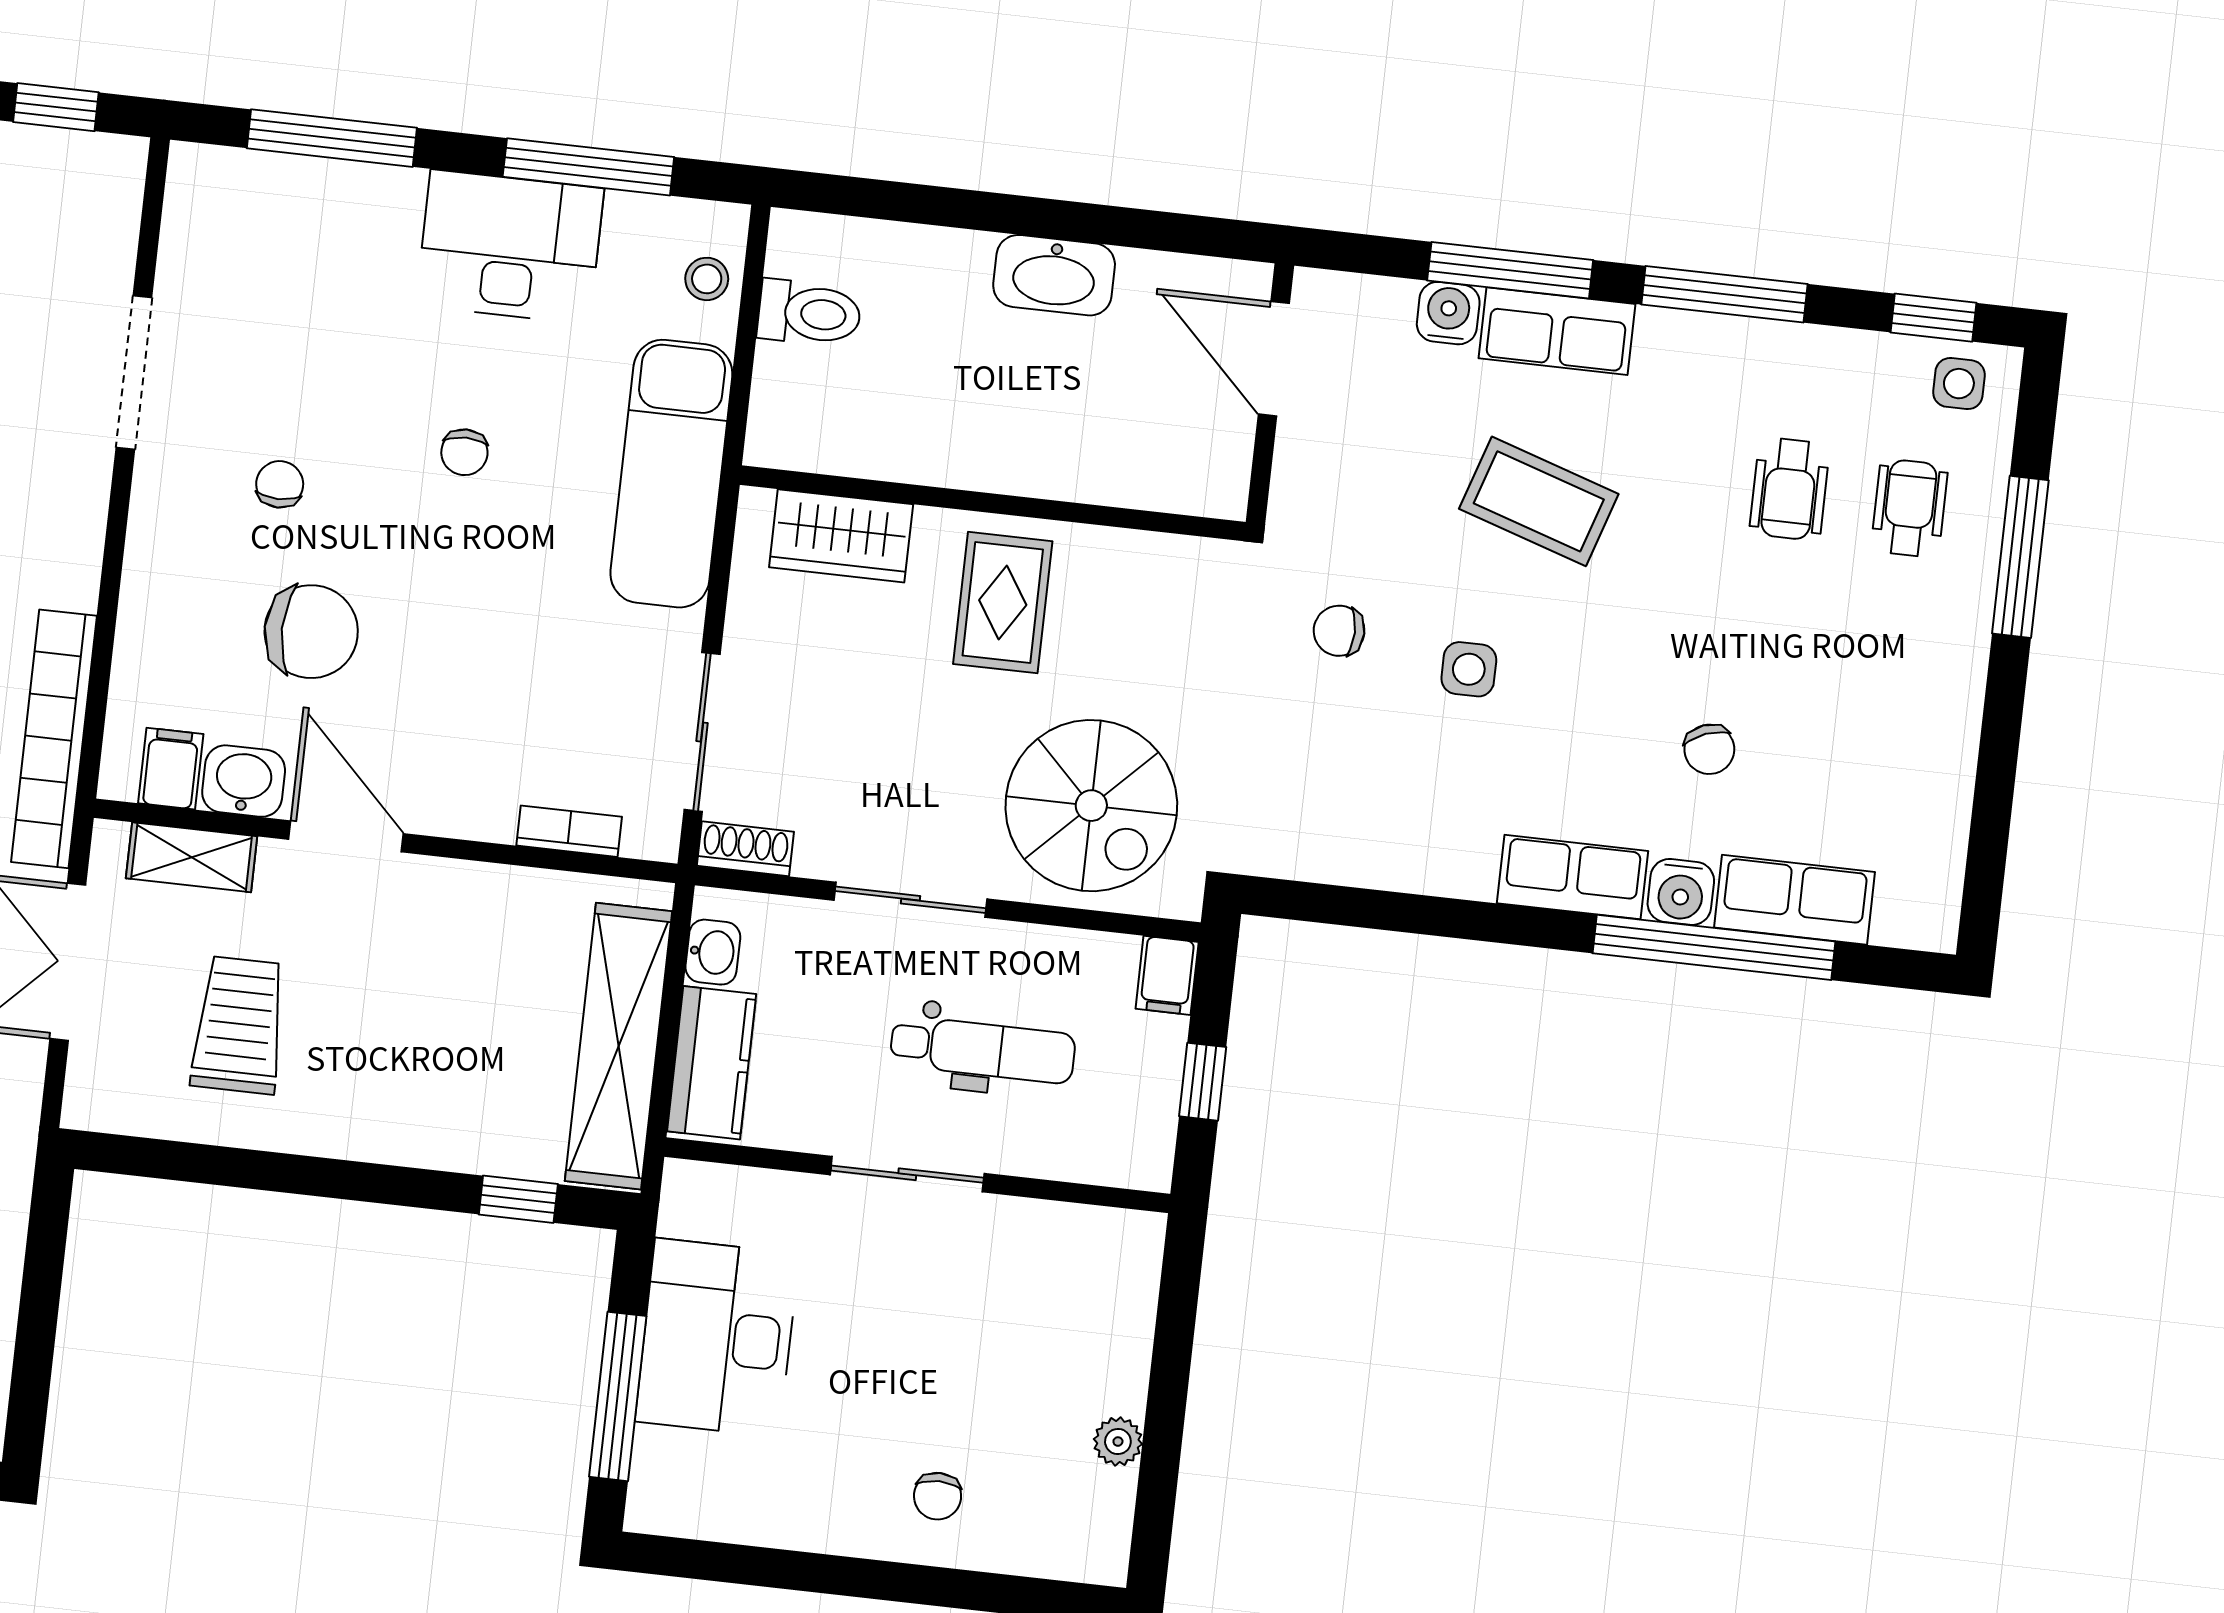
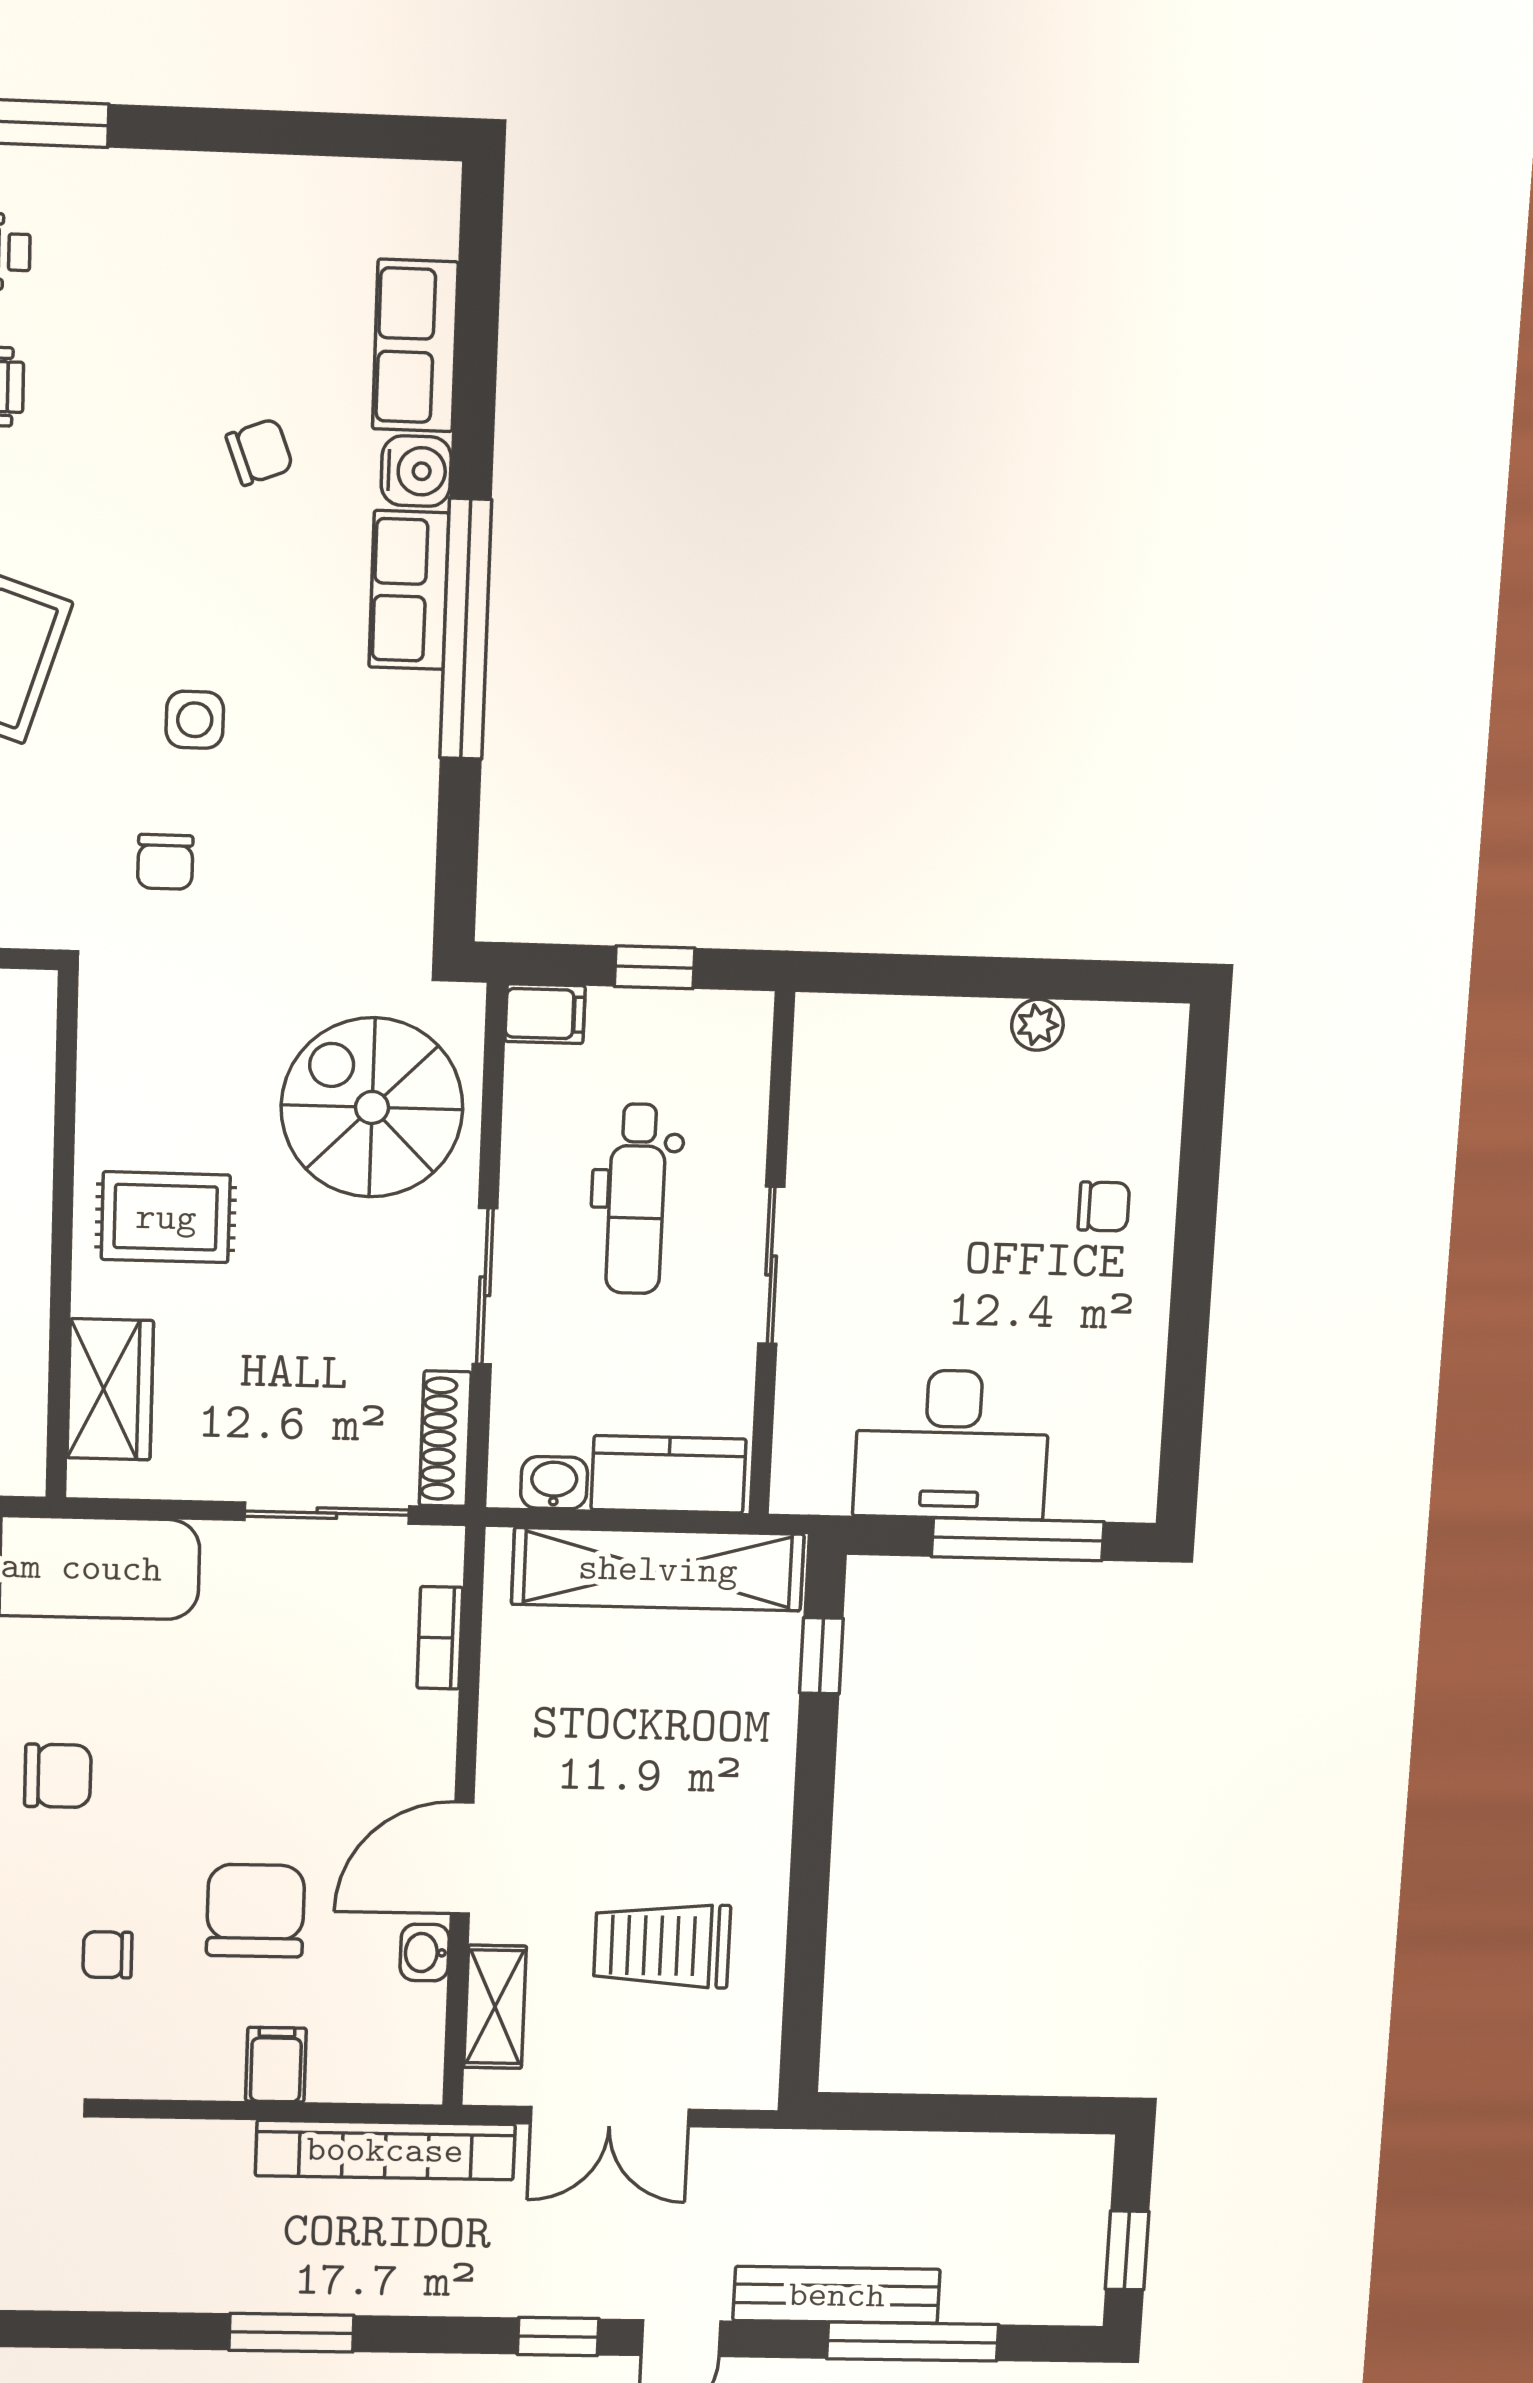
chair: (464, 452) -> (58, 1776), width x1.37, depth x1.37
filing cabinet: (171, 769) -> (276, 2065), moved, turned 90
washbasin: (244, 781) -> (425, 1953), width x0.72, depth x0.69
spiral stairs: (1091, 806) -> (372, 1107), turned -90
shoe rack: (745, 849) -> (445, 1439), width x1.43
window: (1714, 947) -> (466, 629), moved
dental chair: (983, 1050) -> (636, 1199), turned 180

